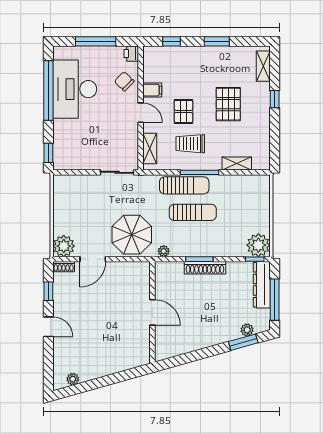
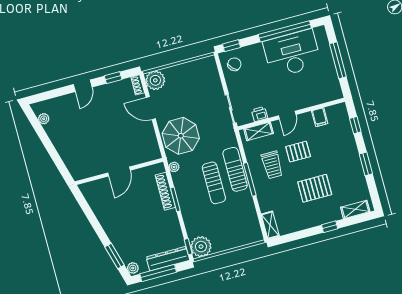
printer: (131, 54) -> (260, 114), moved
chair: (124, 81) -> (234, 64), moved
filing cabinet: (152, 90) -> (320, 117), moved
trolley: (190, 144) -> (272, 165), turned 180
shelving: (237, 163) -> (270, 225), moved
sun lounger: (184, 185) -> (235, 169), turned 180
shoe rack: (205, 268) -> (165, 191), moved
plant: (247, 330) -> (133, 268), moved

